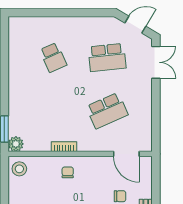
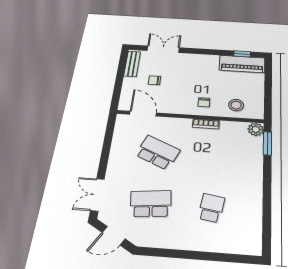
school desk: (53, 57) -> (211, 208), turned 33
school desk: (107, 111) -> (158, 152), turned 48
stool: (19, 169) -> (236, 105), moved

